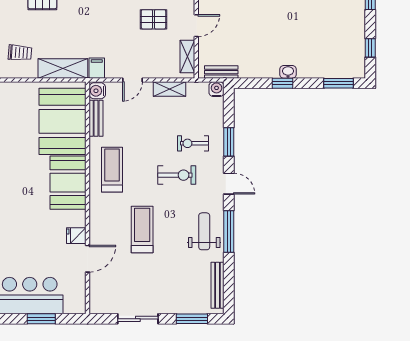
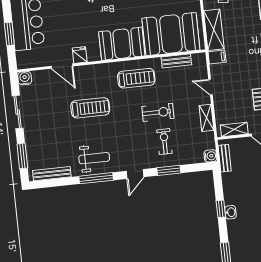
water cooler: (97, 91) -> (25, 78), moved
exercise bike: (177, 175) -> (158, 112), moved, turned -90

